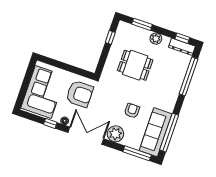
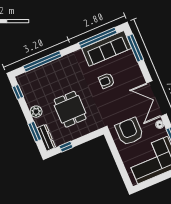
dresser: (182, 47) -> (46, 138), moved
plant: (115, 134) -> (135, 77), removed

